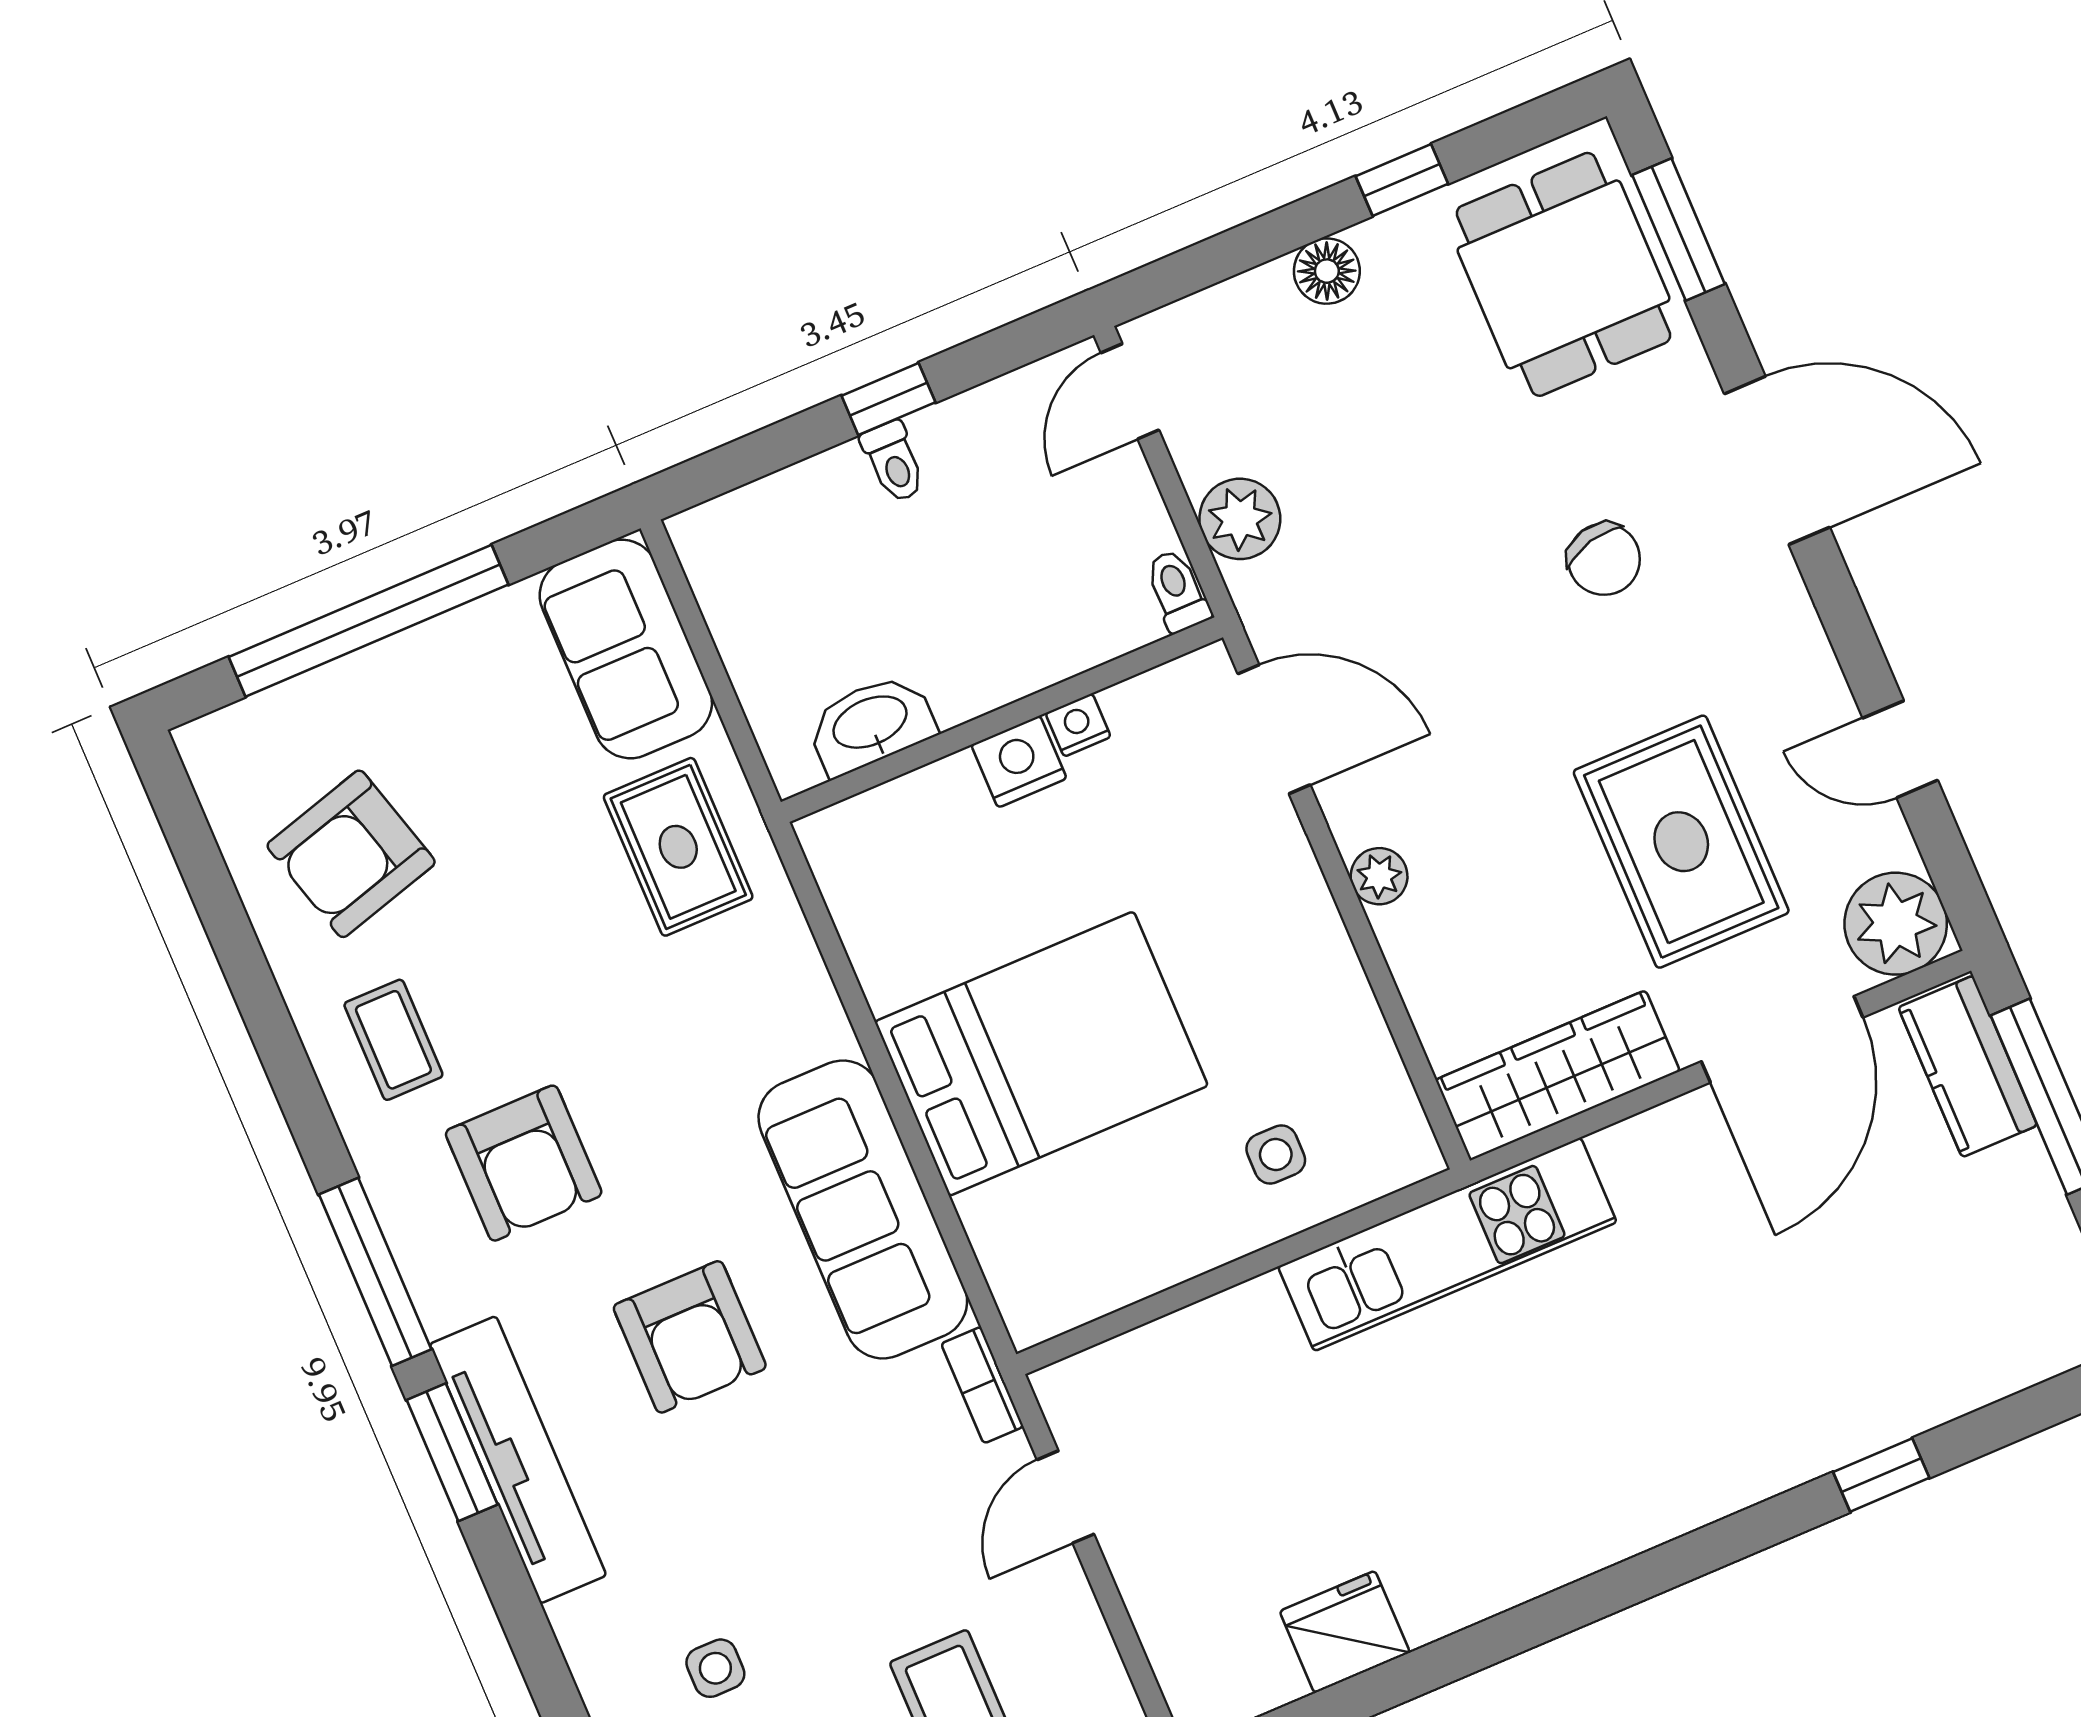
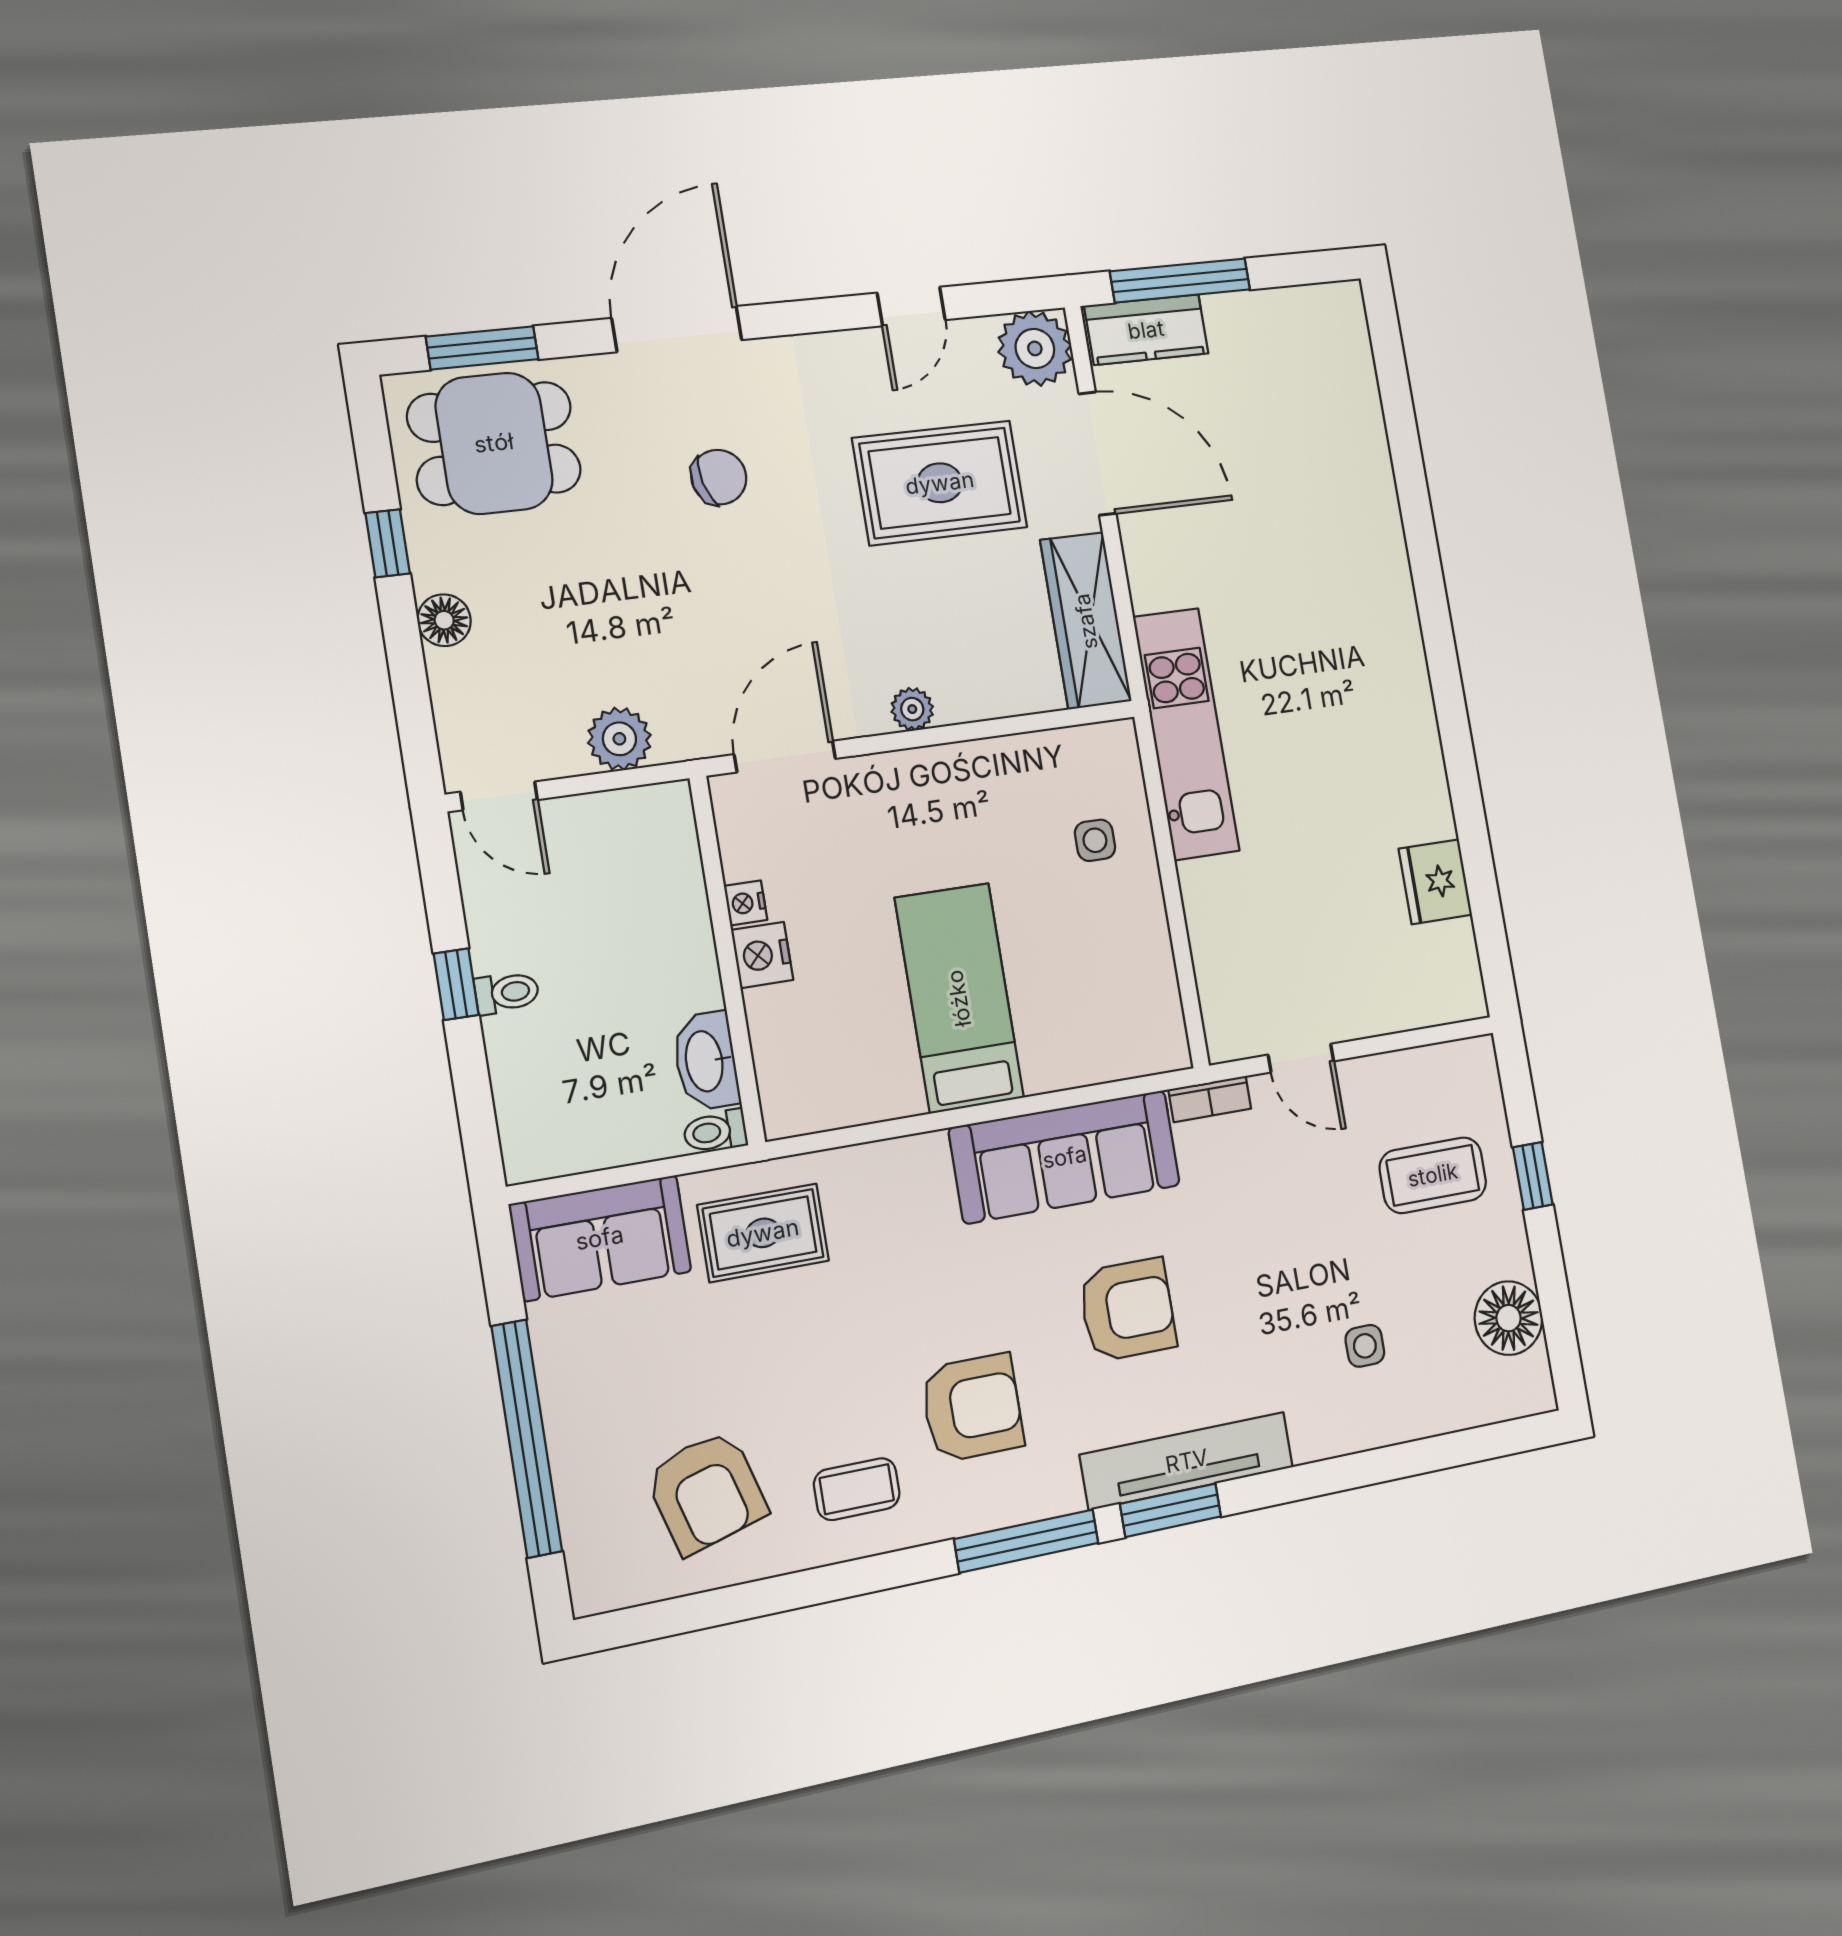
toilet: (1177, 591) -> (715, 1132), moved
bed: (1041, 1054) -> (959, 998), width x0.67
window: (1881, 1475) -> (1410, 476), removed

